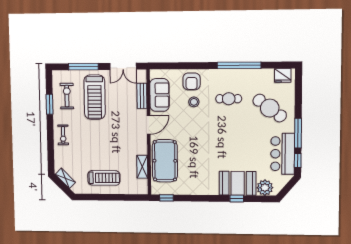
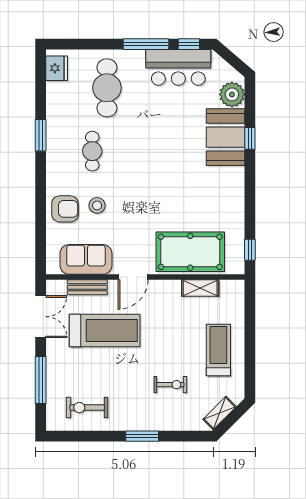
window: (239, 65) -> (41, 135), width x0.47
treadmill: (95, 97) -> (105, 331), moved
window: (50, 104) -> (142, 436), moved
cafe table: (270, 108) -> (107, 88), turned -37
door: (149, 125) -> (133, 277), swing flipped
exercise bike: (63, 135) -> (170, 385), moved

